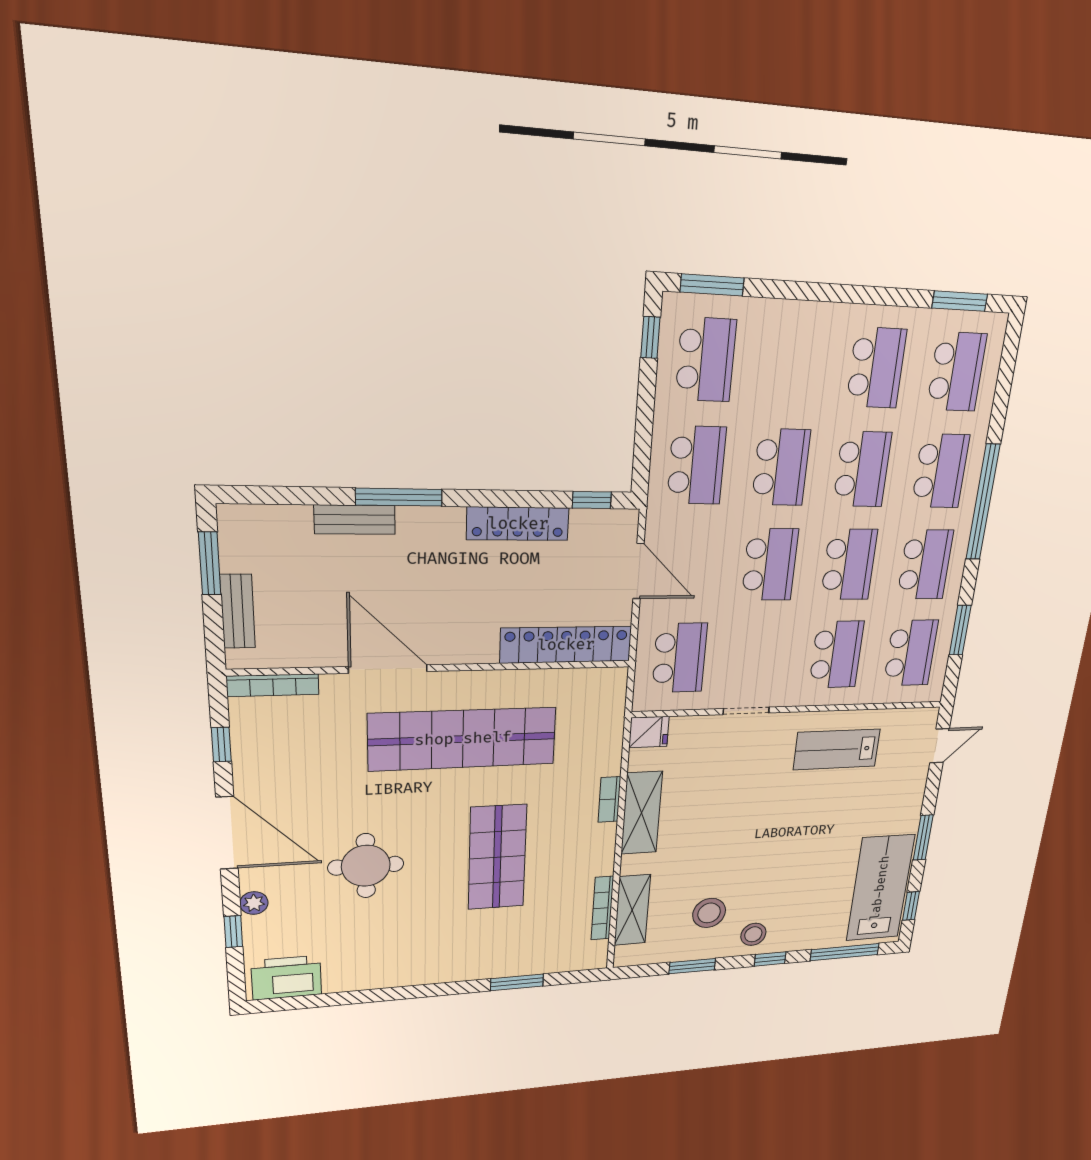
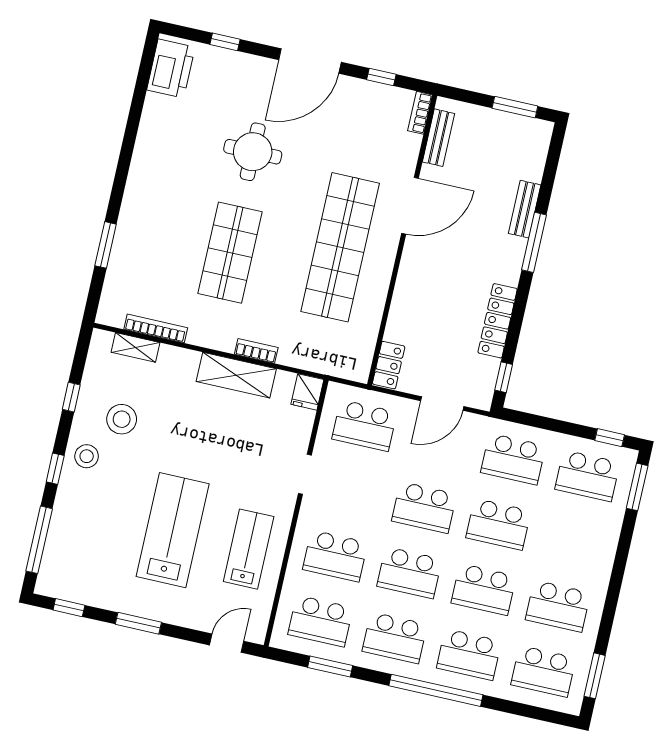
bench: (238, 611) -> (438, 138), moved, turned 90
locker: (566, 645) -> (389, 365), width x0.46, depth x0.83
bookcase: (273, 685) -> (420, 113), width x0.64
door: (940, 746) -> (227, 643), swing flipped
shop shelf: (497, 857) -> (230, 253), turned 90
lab bench: (880, 888) -> (173, 530), moved, turned -90
plant: (254, 903) -> (245, 63), removed
shelving: (632, 910) -> (135, 347), width x0.67, depth x0.75
window: (692, 966) -> (71, 397), width x0.67

